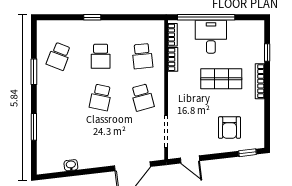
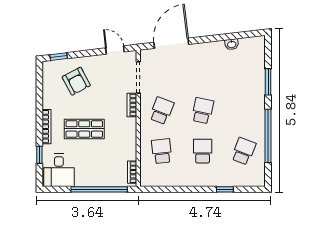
window: (92, 17) -> (225, 189), moved
desk: (211, 37) -> (59, 170), moved
bookcase: (173, 59) -> (132, 105), moved
window: (34, 72) -> (268, 136), width x2.11
school desk: (142, 97) -> (162, 111), turned 36
armchair: (229, 128) -> (76, 81), turned 152

